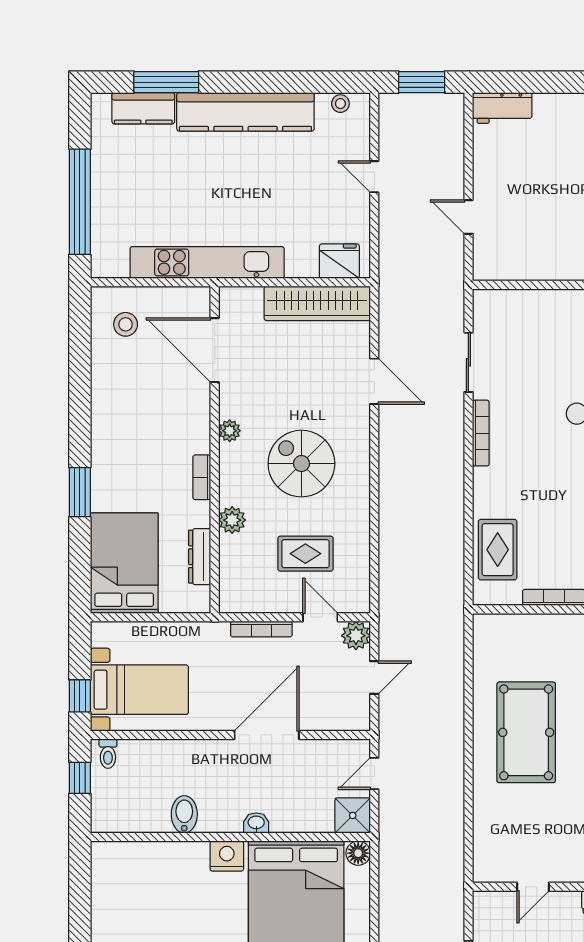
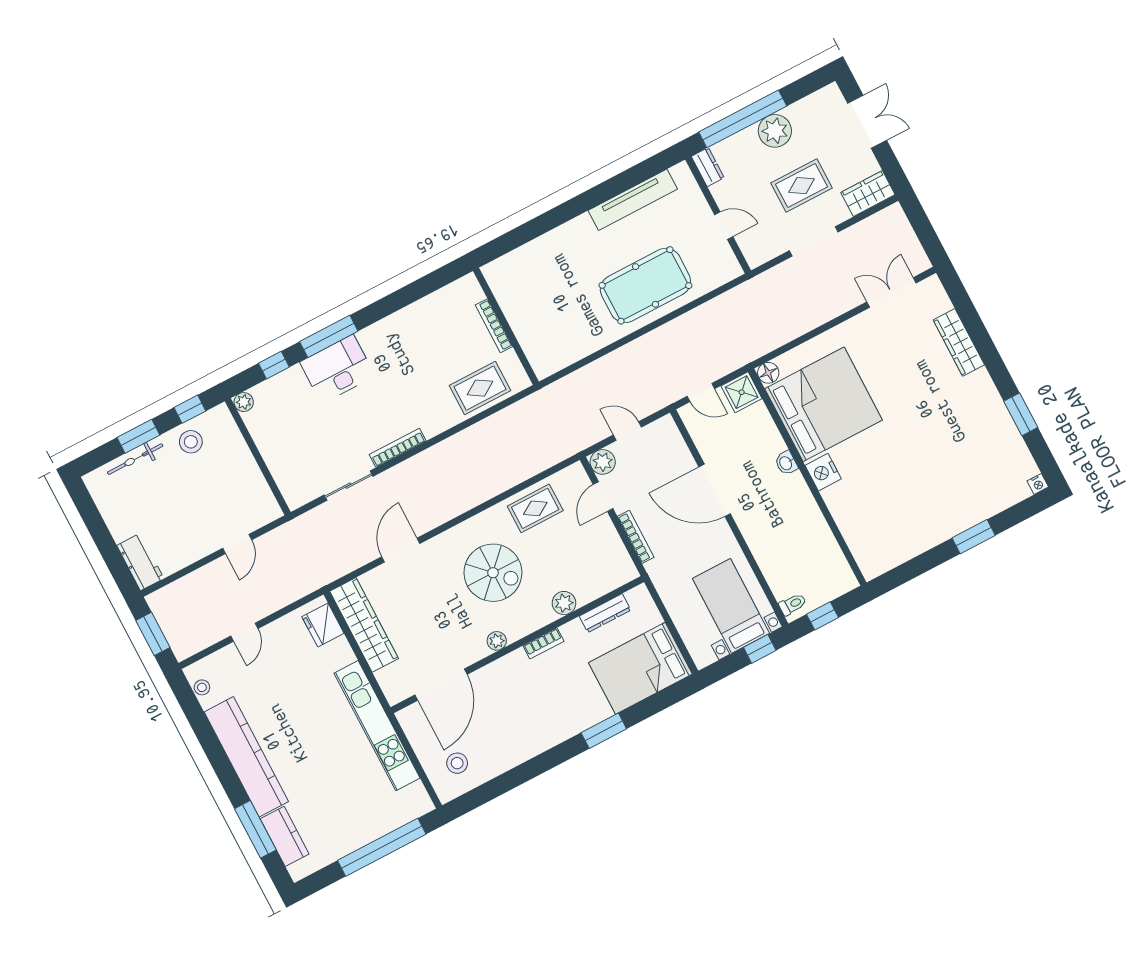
spiral stairs: (301, 464) -> (493, 573), turned -90
rug: (305, 554) -> (535, 508), moved, turned 90
pool table: (526, 732) -> (645, 285), moved
bidet: (184, 814) -> (808, 521), removed

